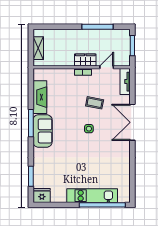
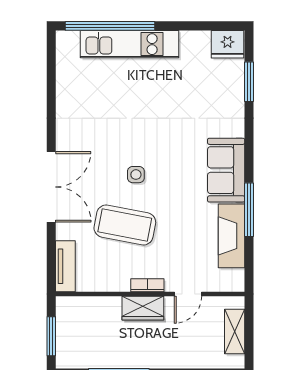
door: (107, 67) -> (188, 294), moved
coffee table: (95, 103) -> (125, 225), width x1.86, depth x1.72
window: (31, 123) -> (249, 210), moved

